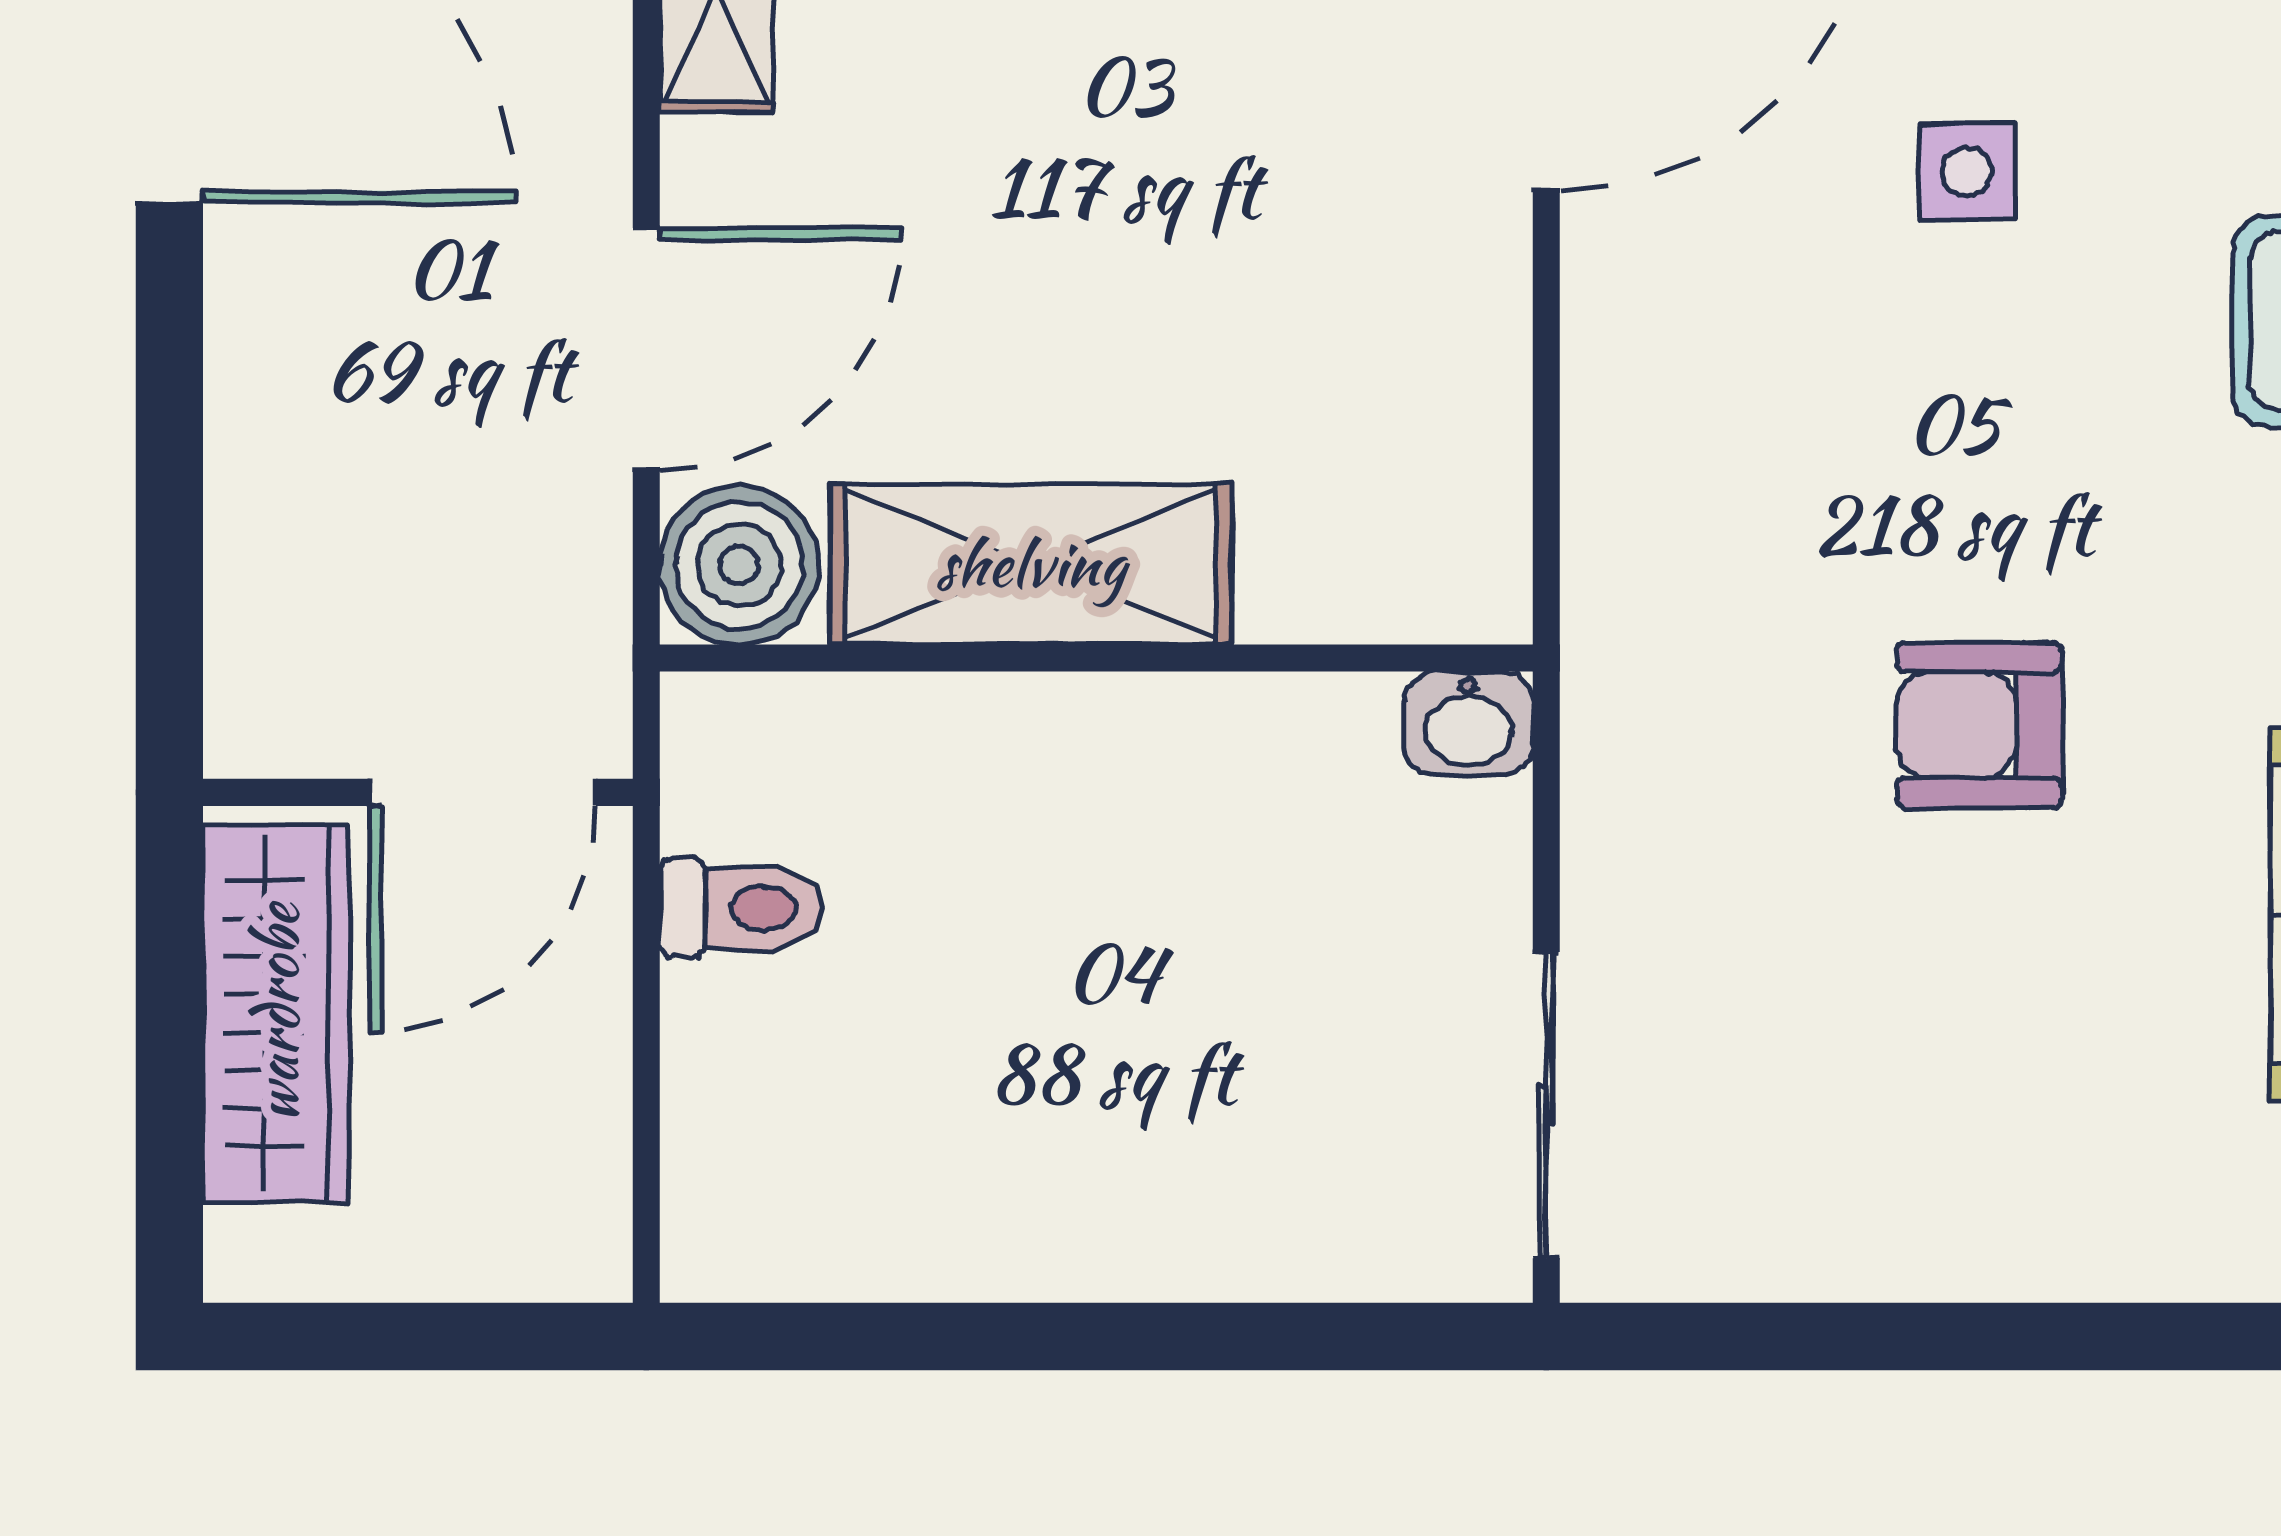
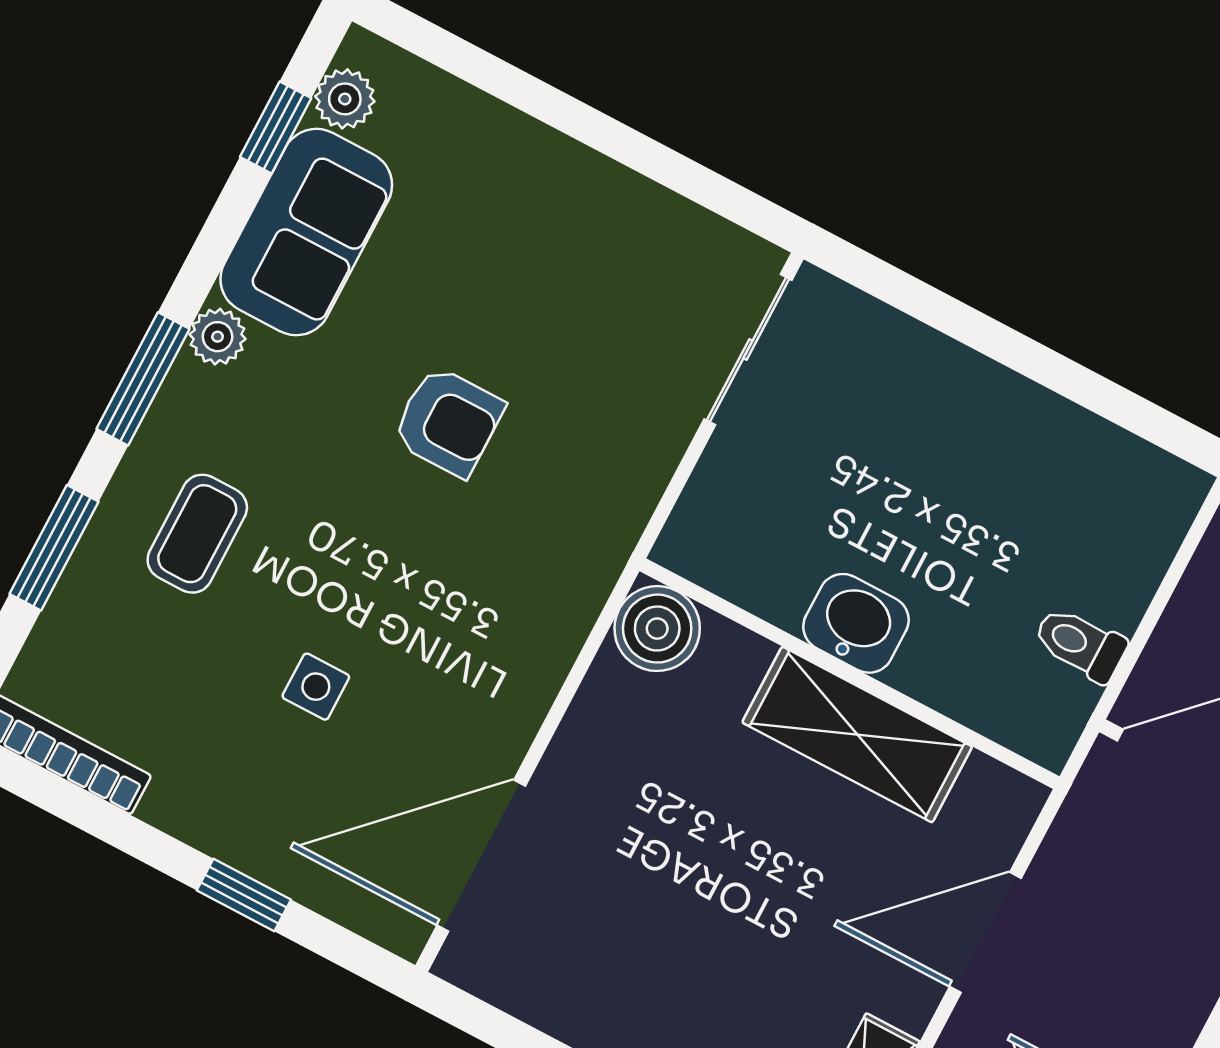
boiler: (739, 565) -> (657, 629), moved
washbasin: (1468, 724) -> (856, 623), moved, width x1.38, depth x1.45

